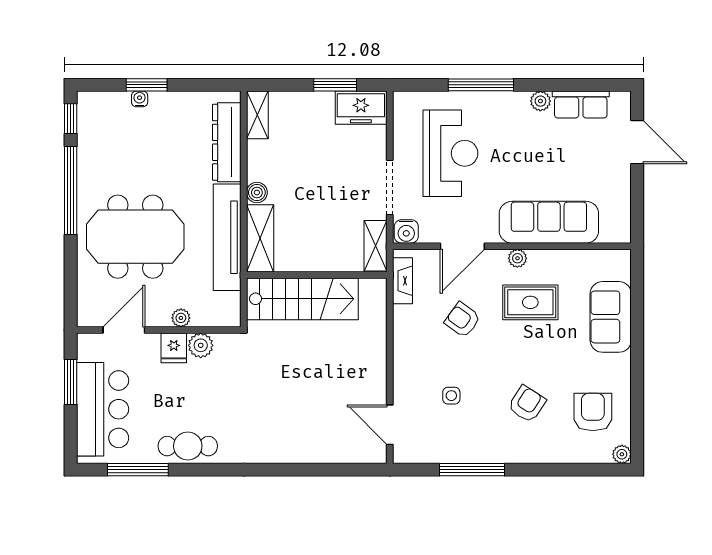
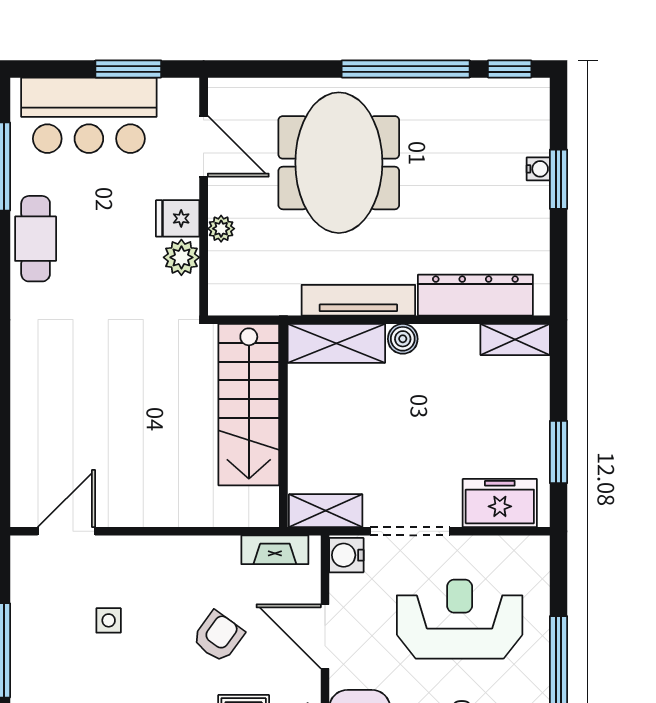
freezer: (361, 108) -> (500, 503), moved, turned 90
reception desk: (450, 153) -> (460, 619), turned 180
tv unit: (227, 237) -> (358, 300), width x0.73, depth x0.78

